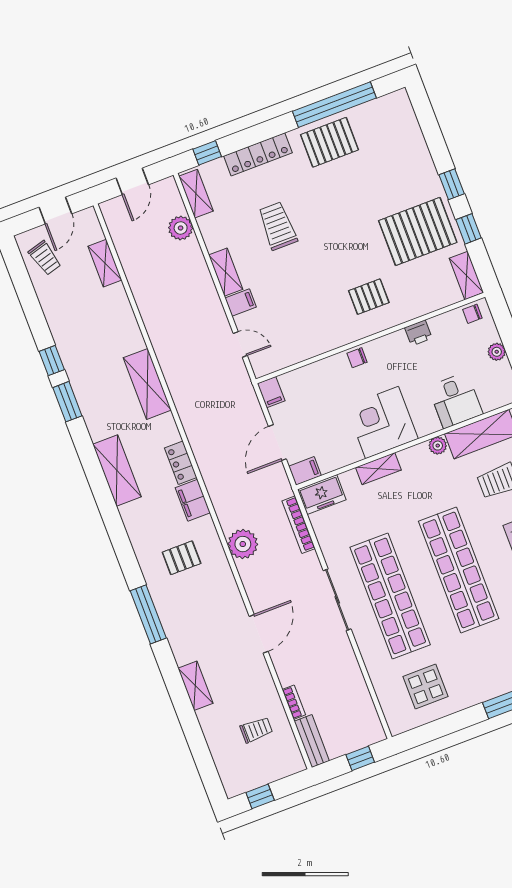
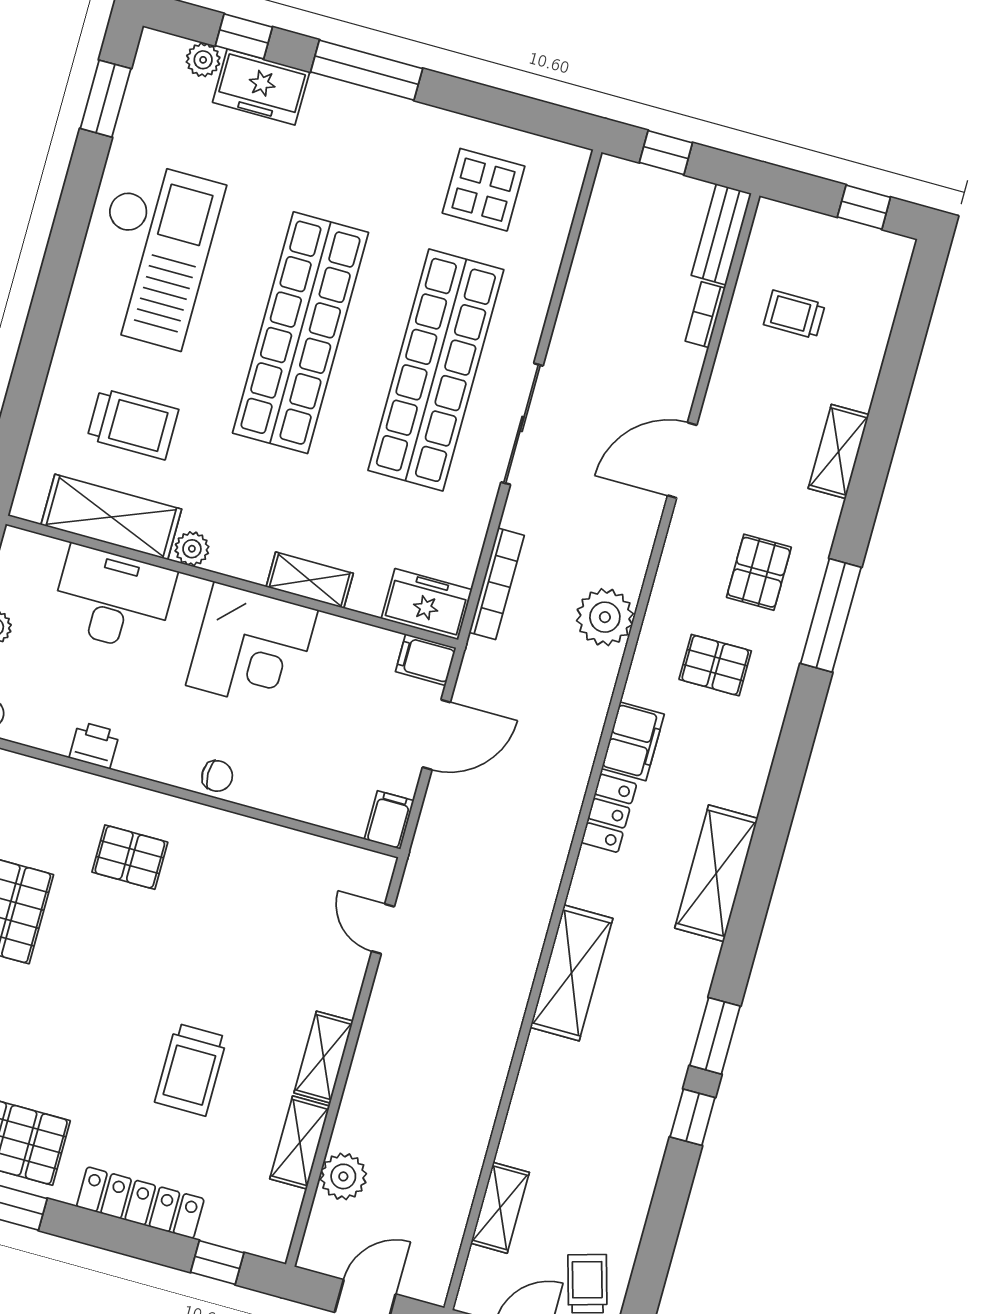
shelving: (196, 194) -> (300, 1143), moved
filing cabinet: (241, 303) -> (335, 993), removed
desk: (455, 400) -> (113, 599), width x1.37
pallet: (192, 610) -> (759, 572), added

